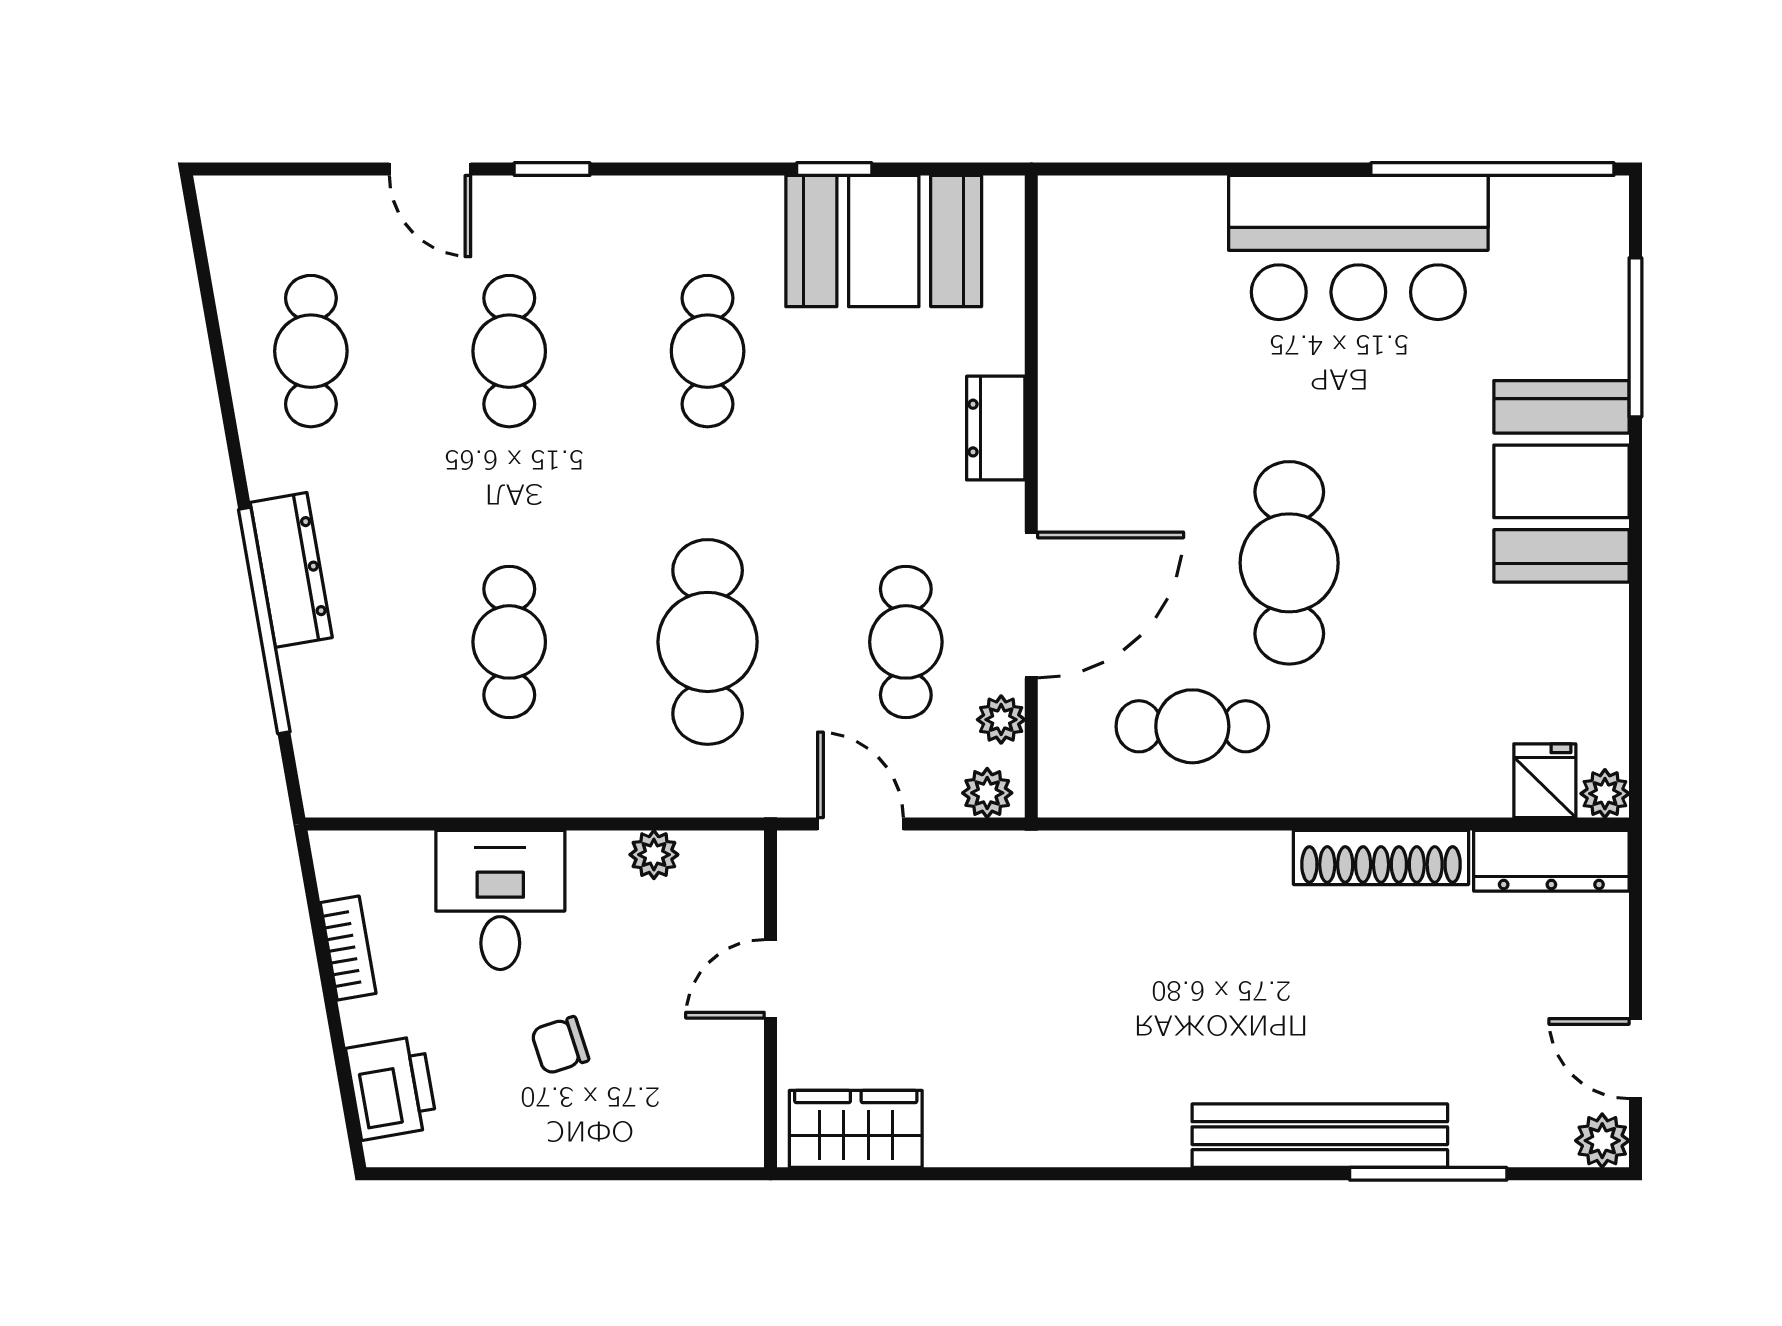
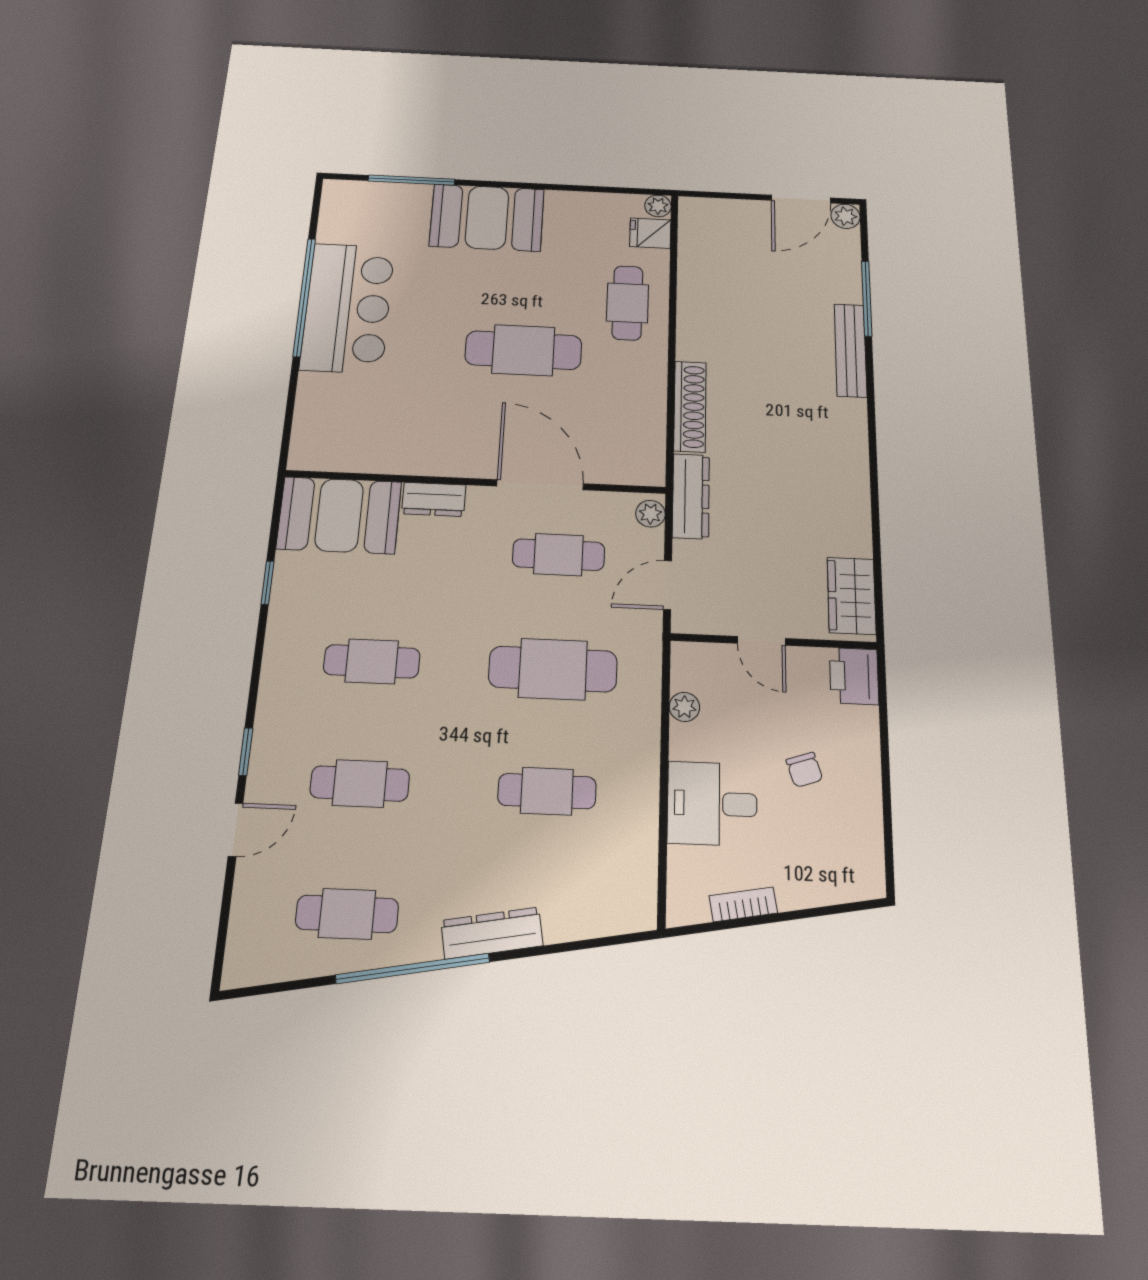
window: (1492, 169) -> (304, 297), moved
booth: (884, 241) -> (339, 515), moved, turned 90
window: (264, 621) -> (413, 969), moved
plant: (1001, 720) -> (607, 504), removed
cafe table: (1192, 726) -> (628, 303), moved
shoe rack: (1381, 857) -> (690, 406), moved
dresser: (1551, 861) -> (691, 496), moved
door: (1635, 1059) -> (801, 199), width x1.38
printer: (392, 1088) -> (854, 676), moved, turned -80
bench: (1320, 1136) -> (851, 350), width x0.73, depth x0.82

